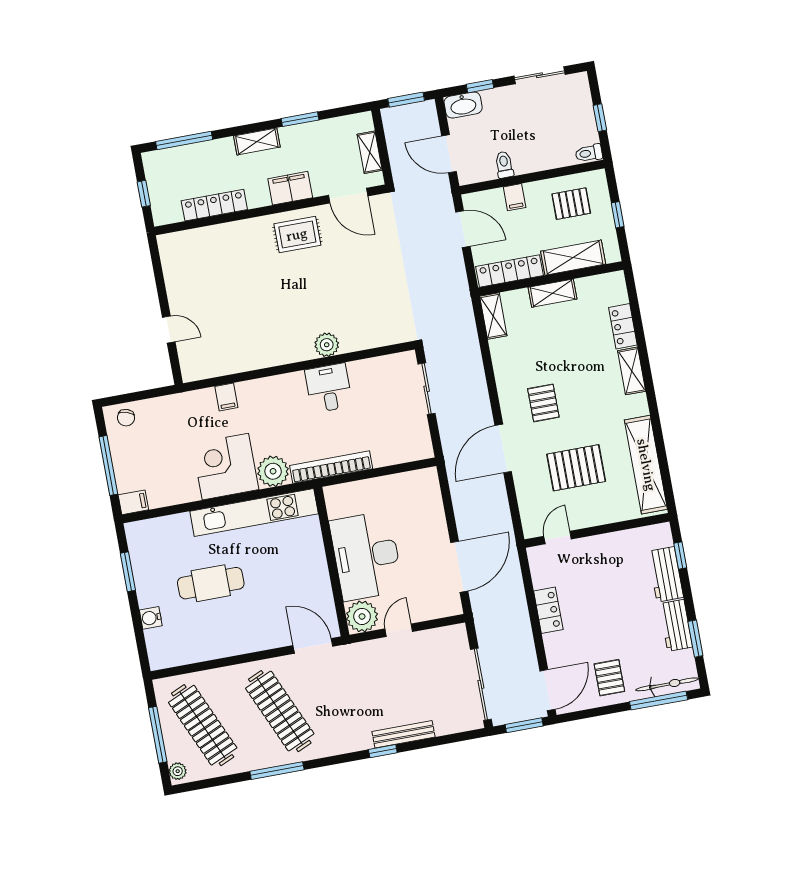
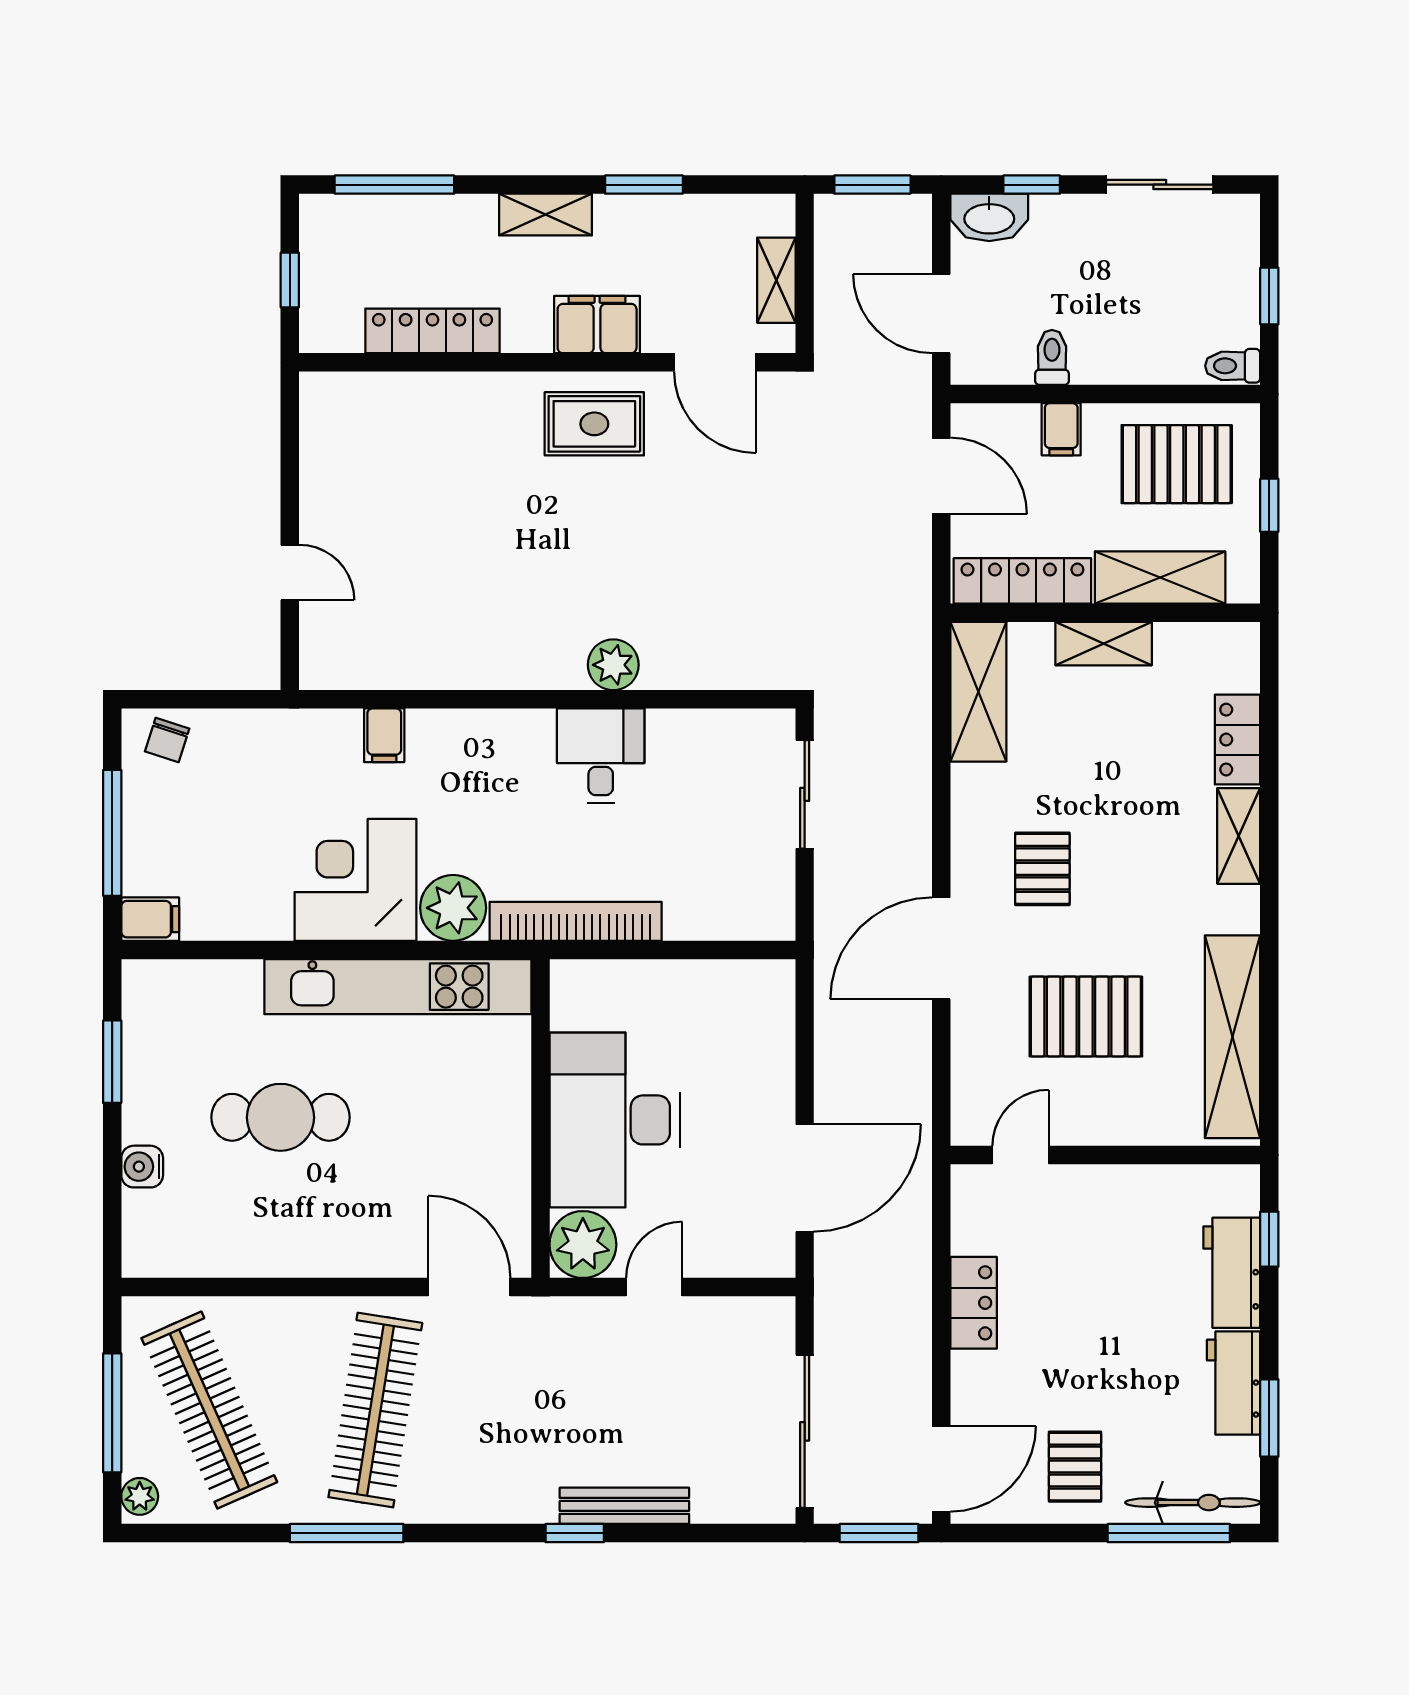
pallet: (571, 204) -> (1177, 464), width x1.50, depth x1.42
shelving: (493, 316) -> (978, 692), width x1.50, depth x1.33
clothes rail: (280, 711) -> (375, 1410), turned 33

